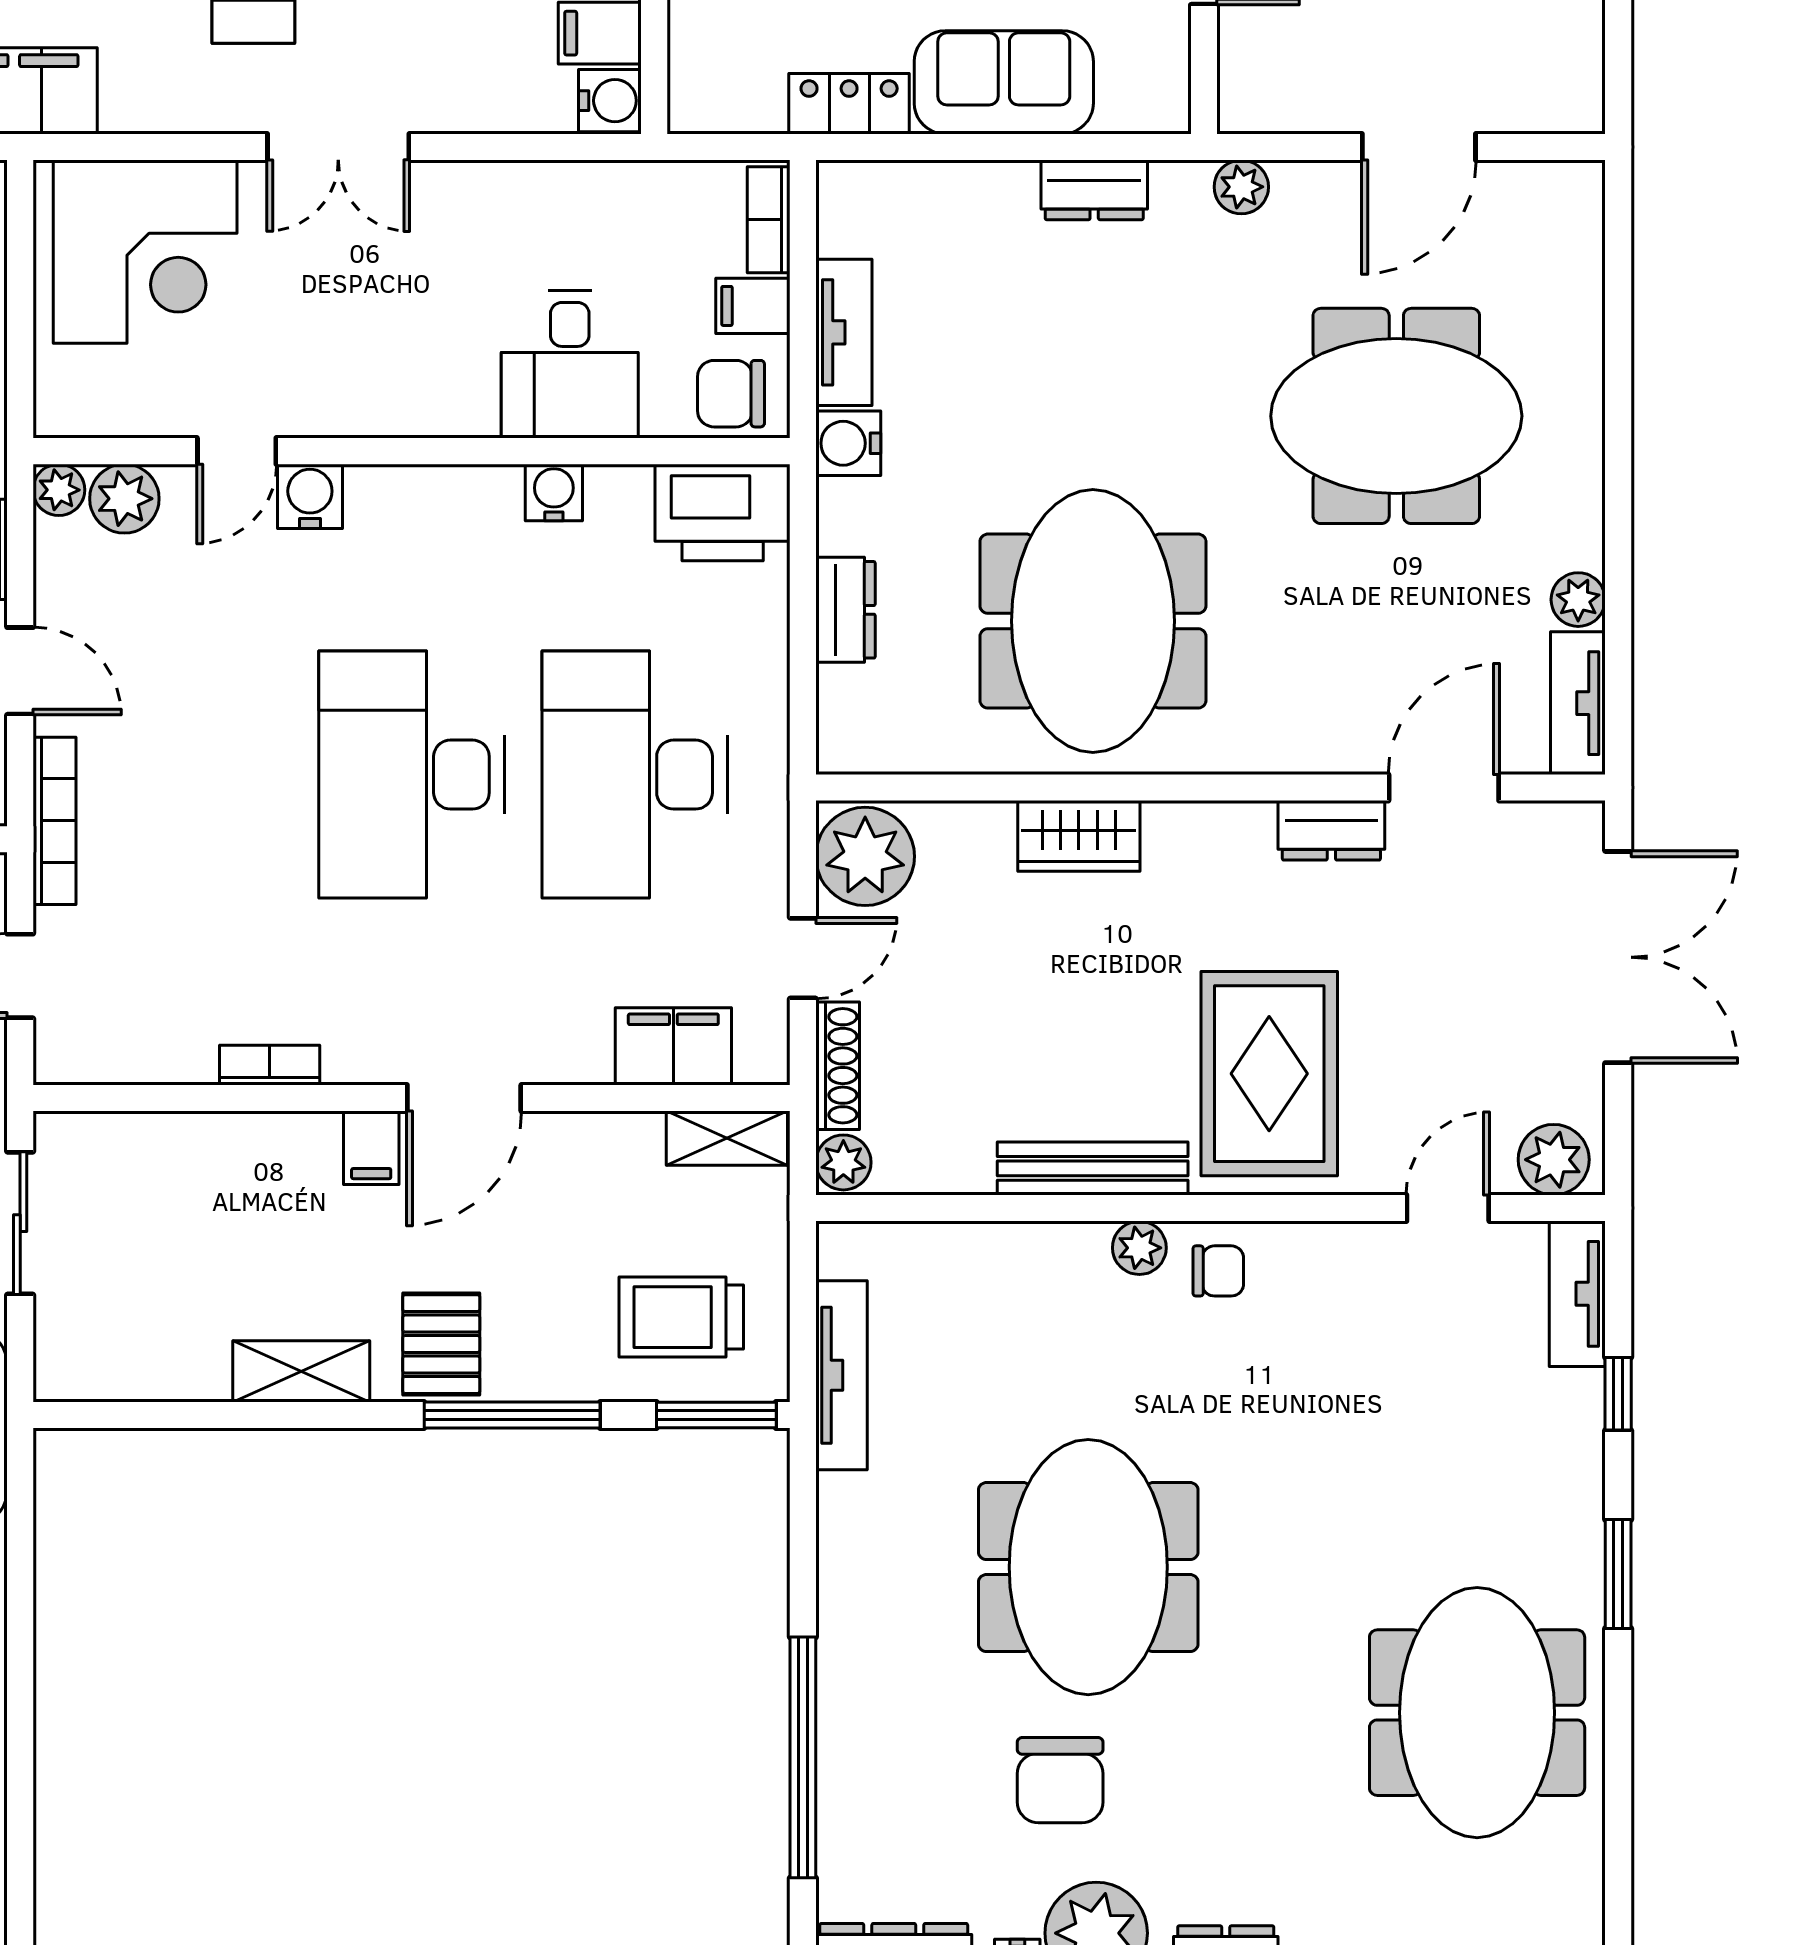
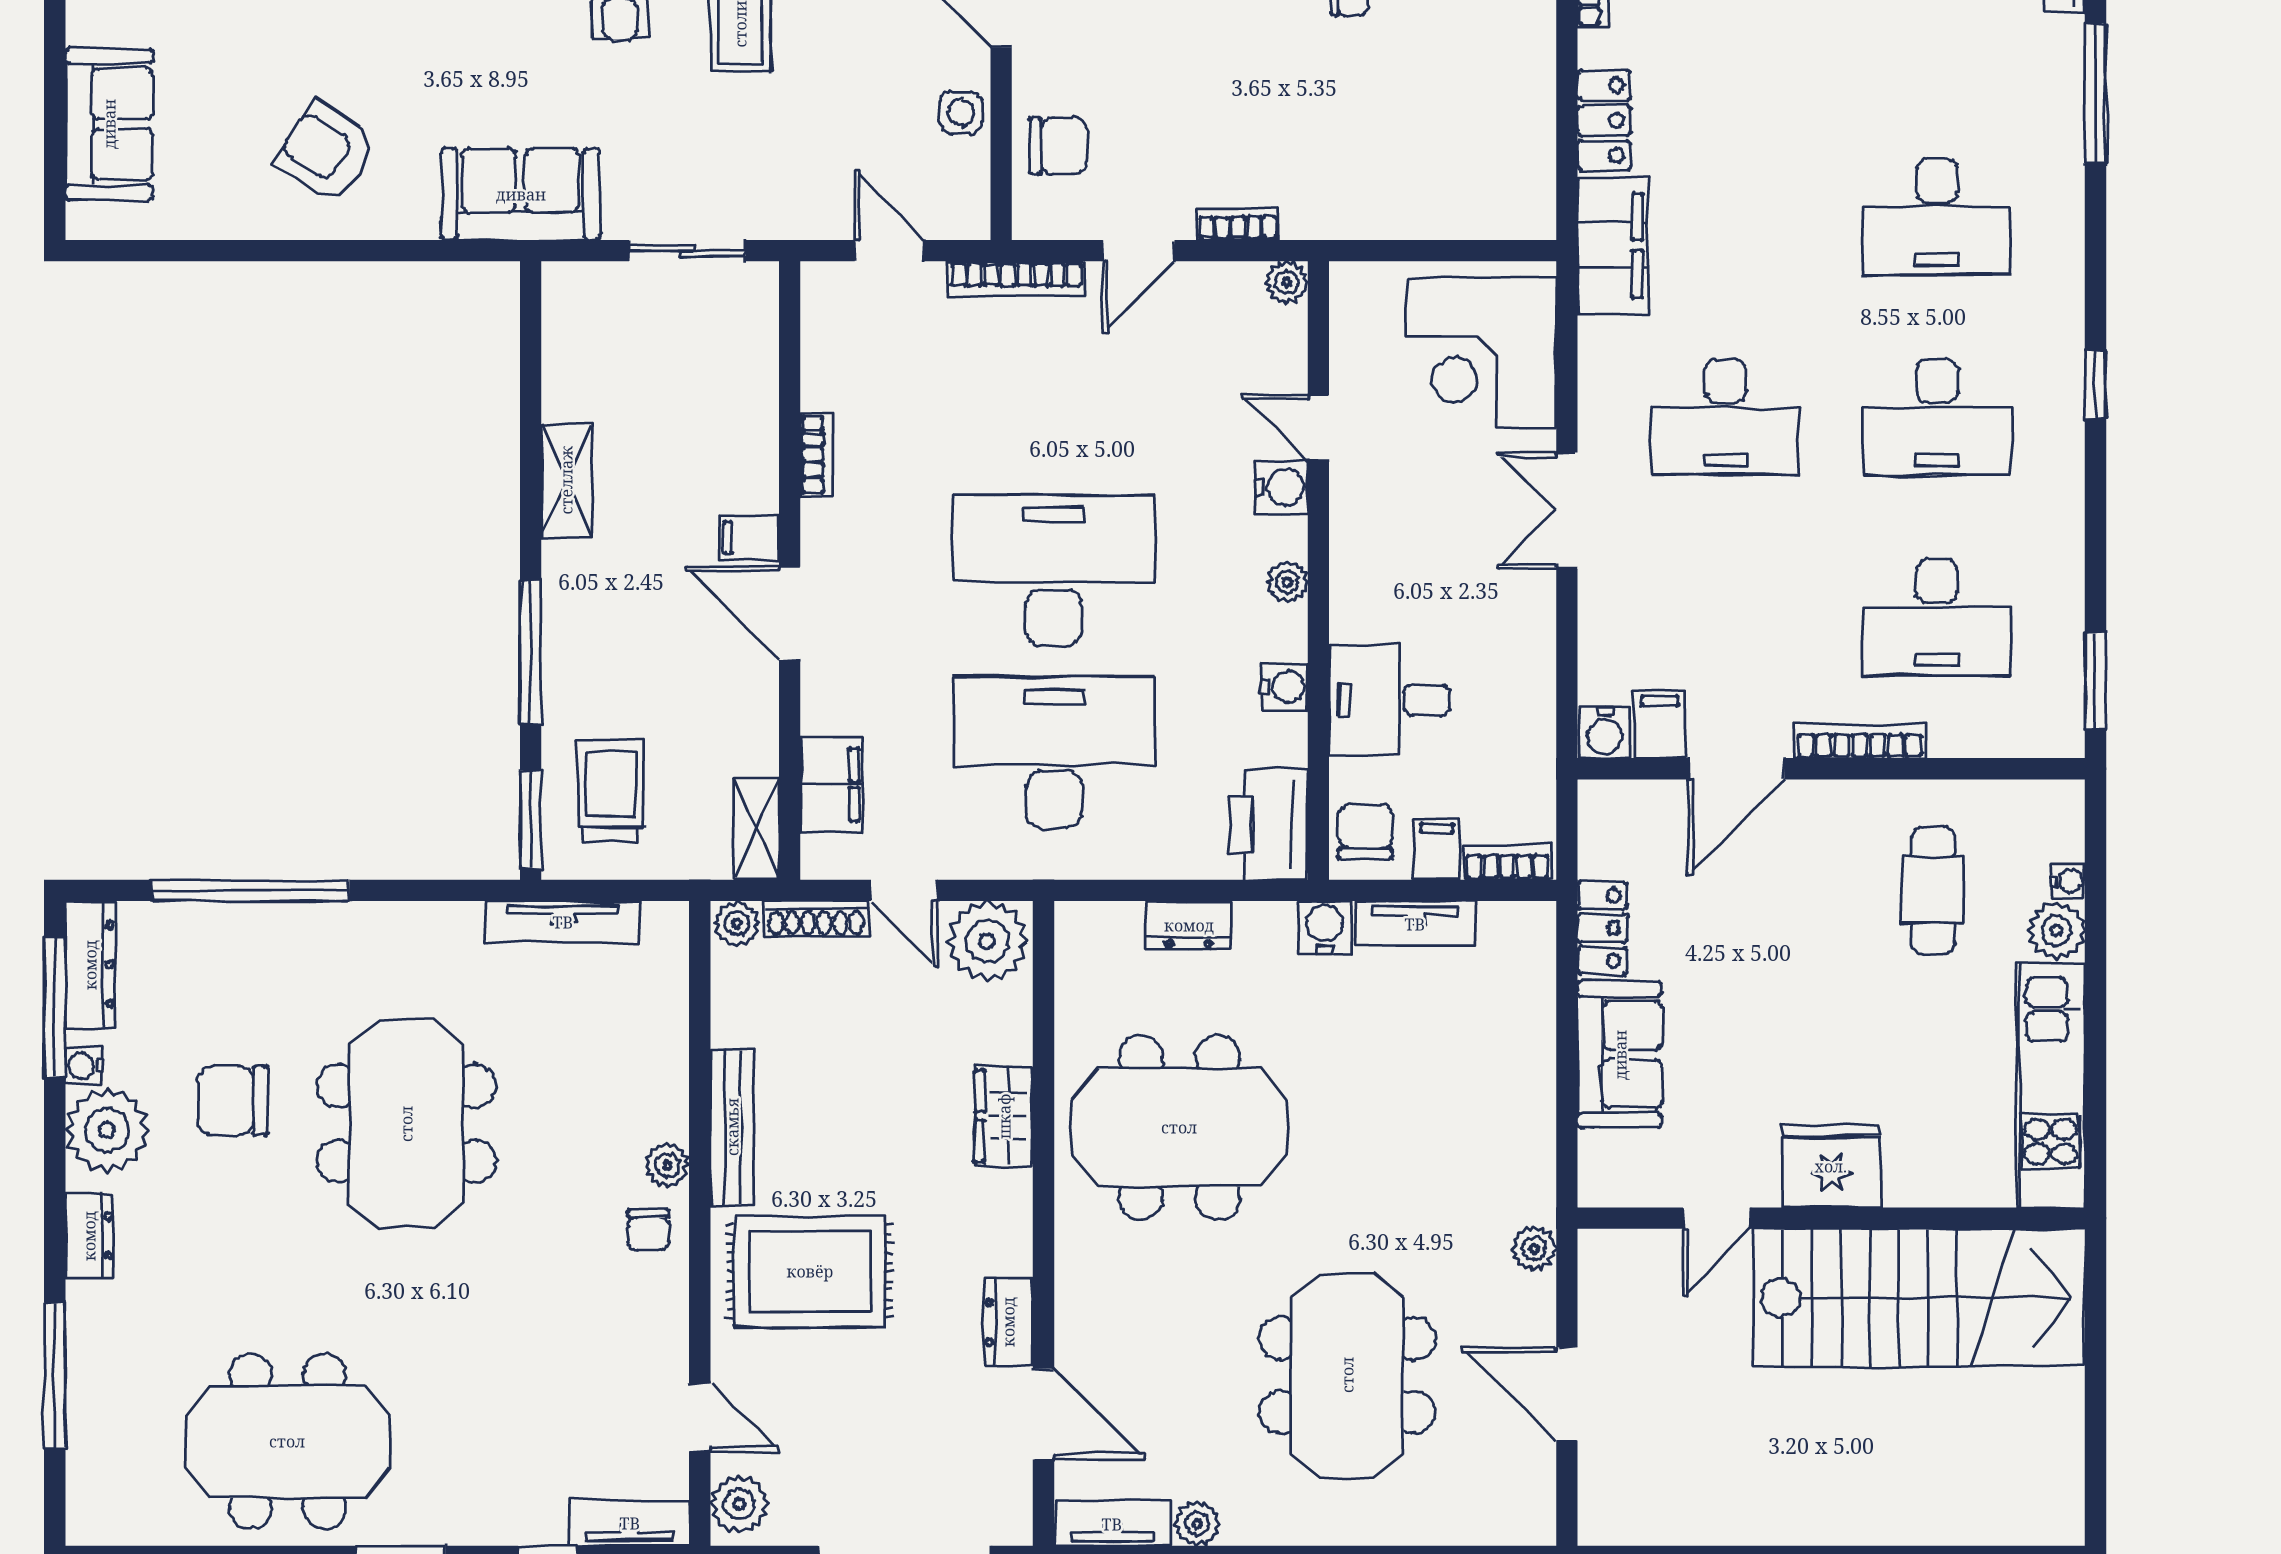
dresser: (1094, 190) -> (1532, 1128), removed
plant: (124, 499) -> (1287, 582), moved, width x0.73, depth x0.73
pallet: (441, 1344) -> (589, 595), removed
meeting table: (1088, 1567) -> (406, 1124), turned 90

